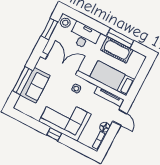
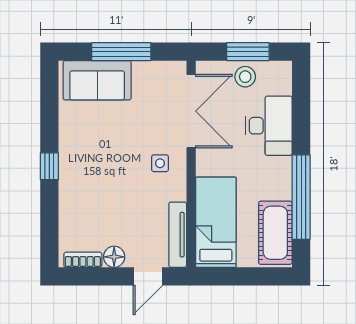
stool: (65, 23) -> (245, 77), moved
window: (120, 38) -> (301, 197), width x1.46
cot: (117, 50) -> (275, 233), moved
sofa: (35, 85) -> (97, 80), moved
corner sofa: (65, 118) -> (92, 171), removed

